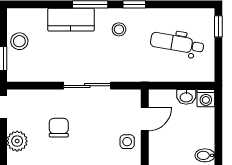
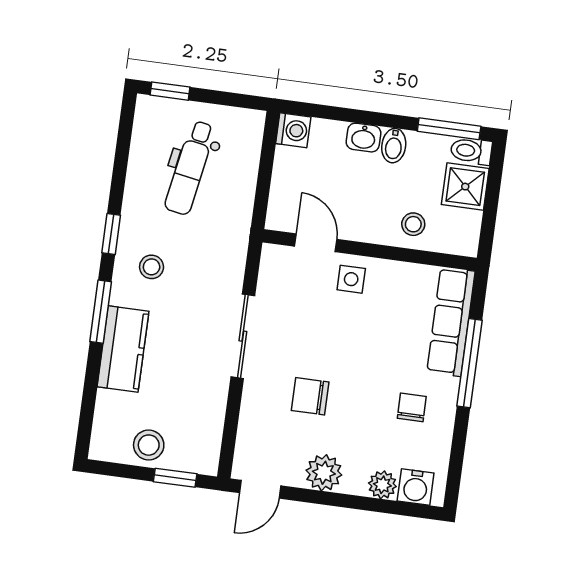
washbasin: (186, 97) -> (363, 138), moved, turned 90

